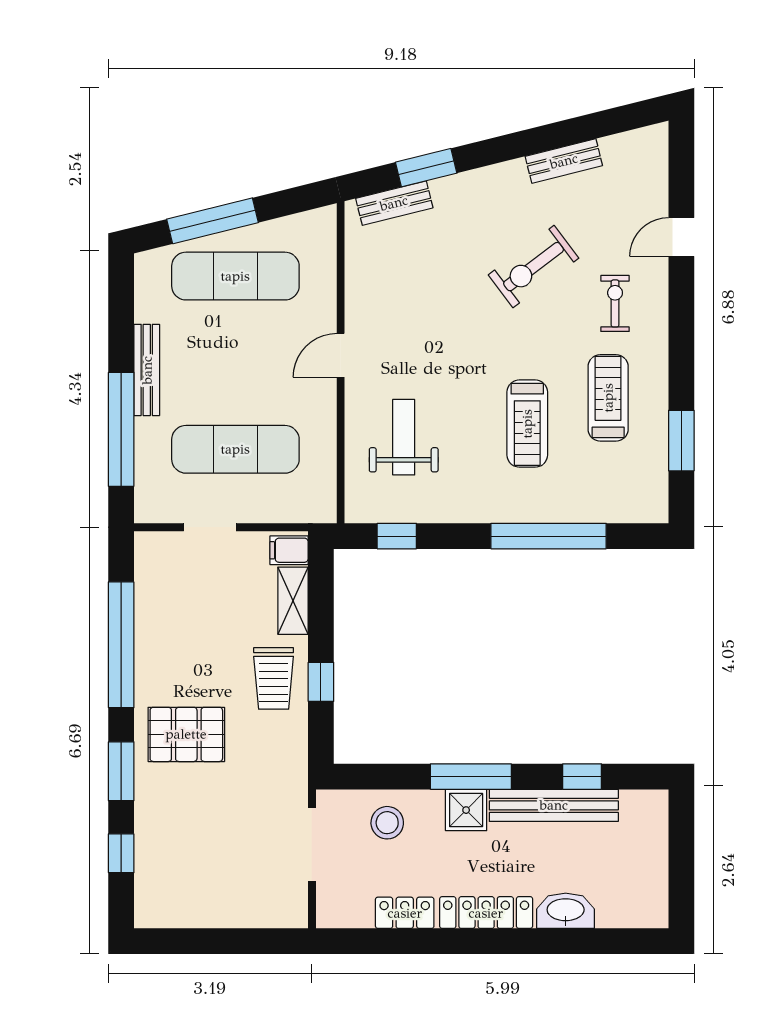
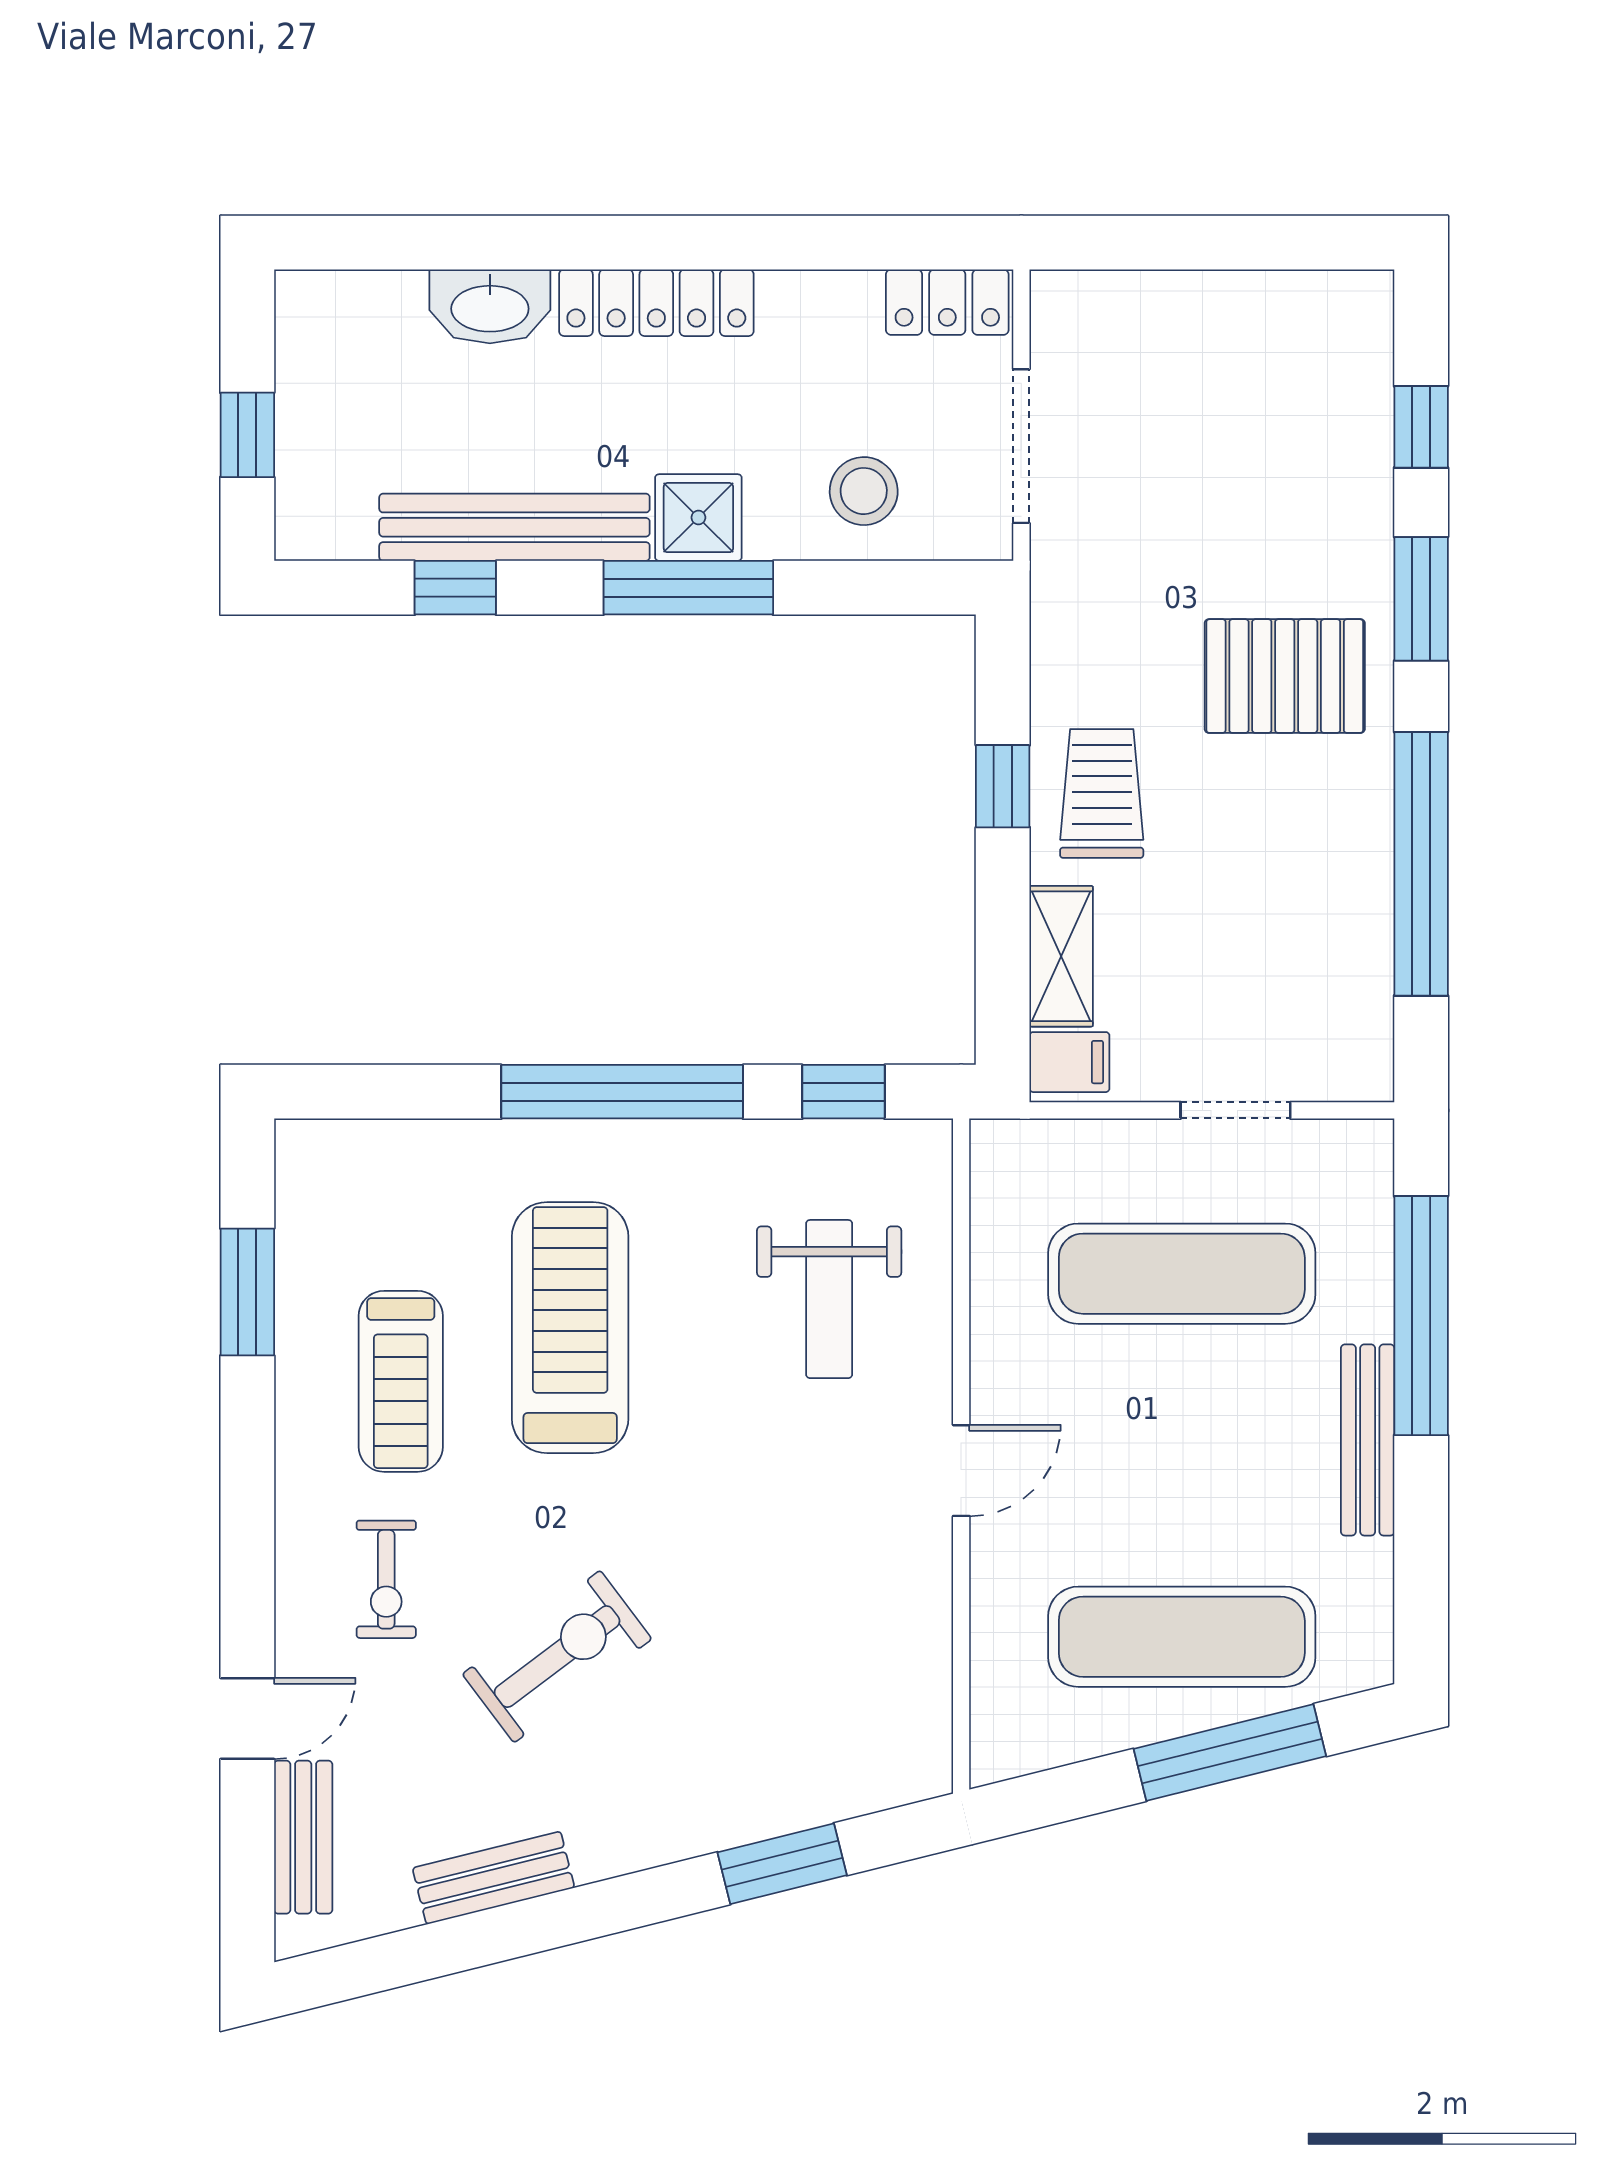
bench: (394, 203) -> (303, 1837), moved, turned -76
treadmill: (527, 424) -> (570, 1328), width x1.37, depth x1.38
window: (549, 536) -> (622, 1092), moved
window: (681, 850) -> (247, 435), added
locker: (405, 913) -> (947, 302), moved

